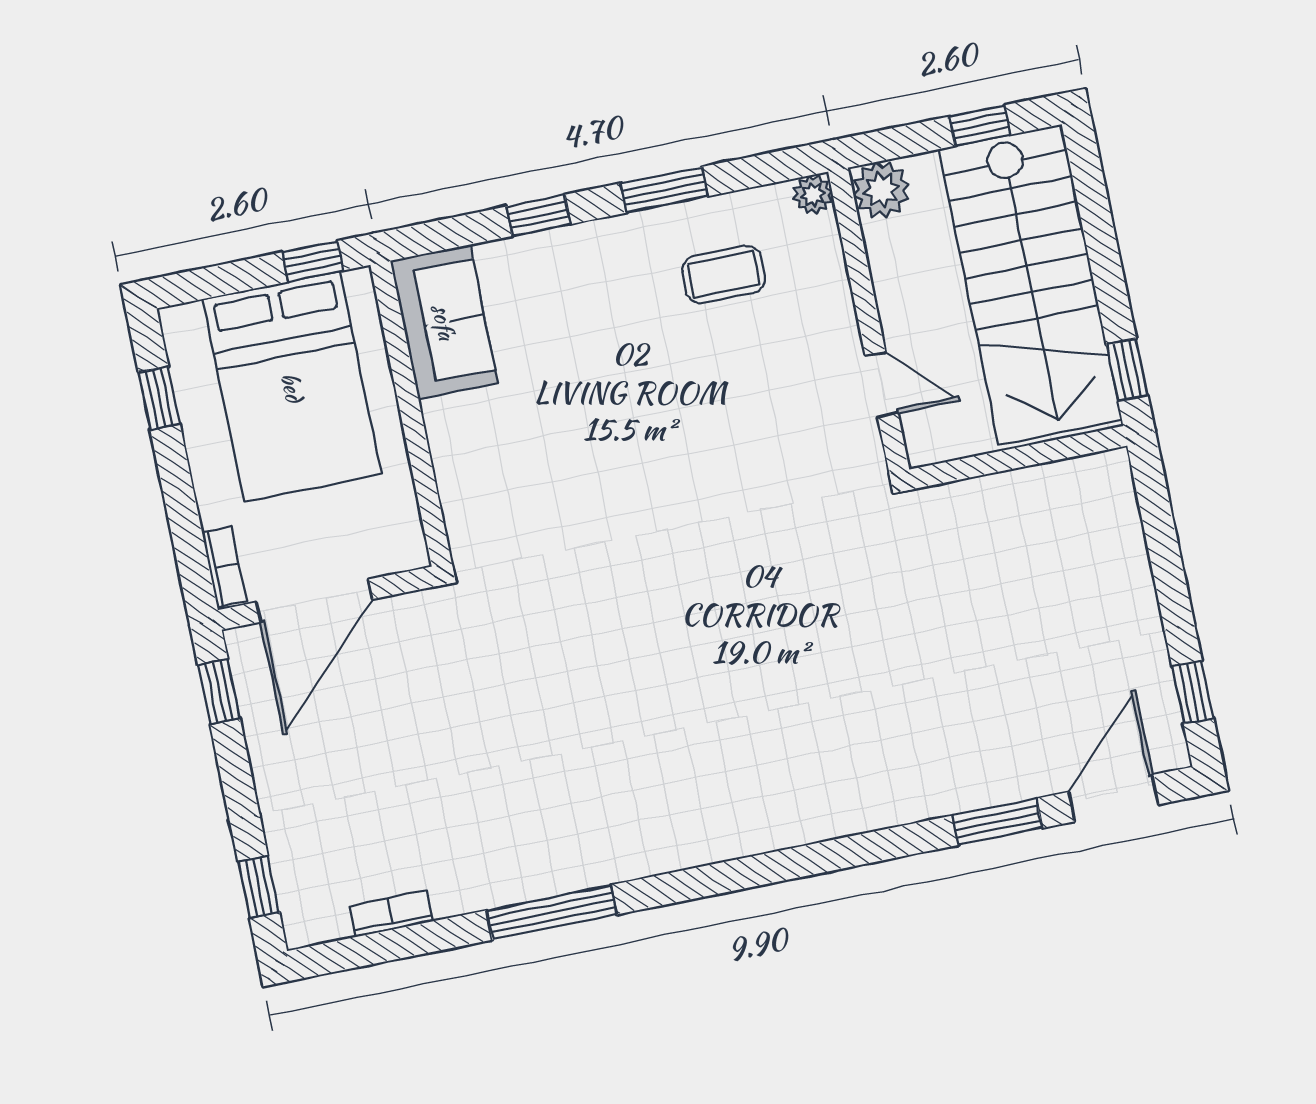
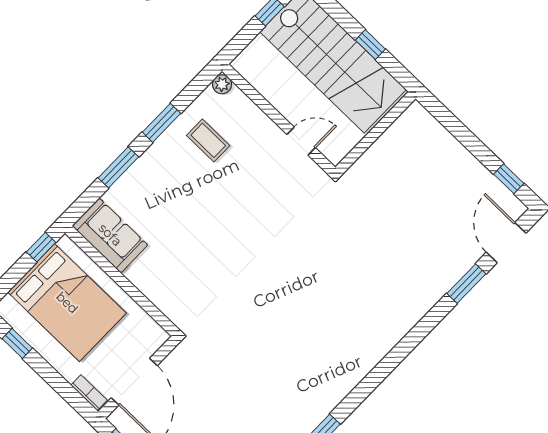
plant: (881, 190) -> (248, 64), removed
window: (538, 215) -> (118, 167), width x1.50
coffee table: (723, 274) -> (208, 140), turned 90
window: (1127, 370) -> (370, 45), moved

